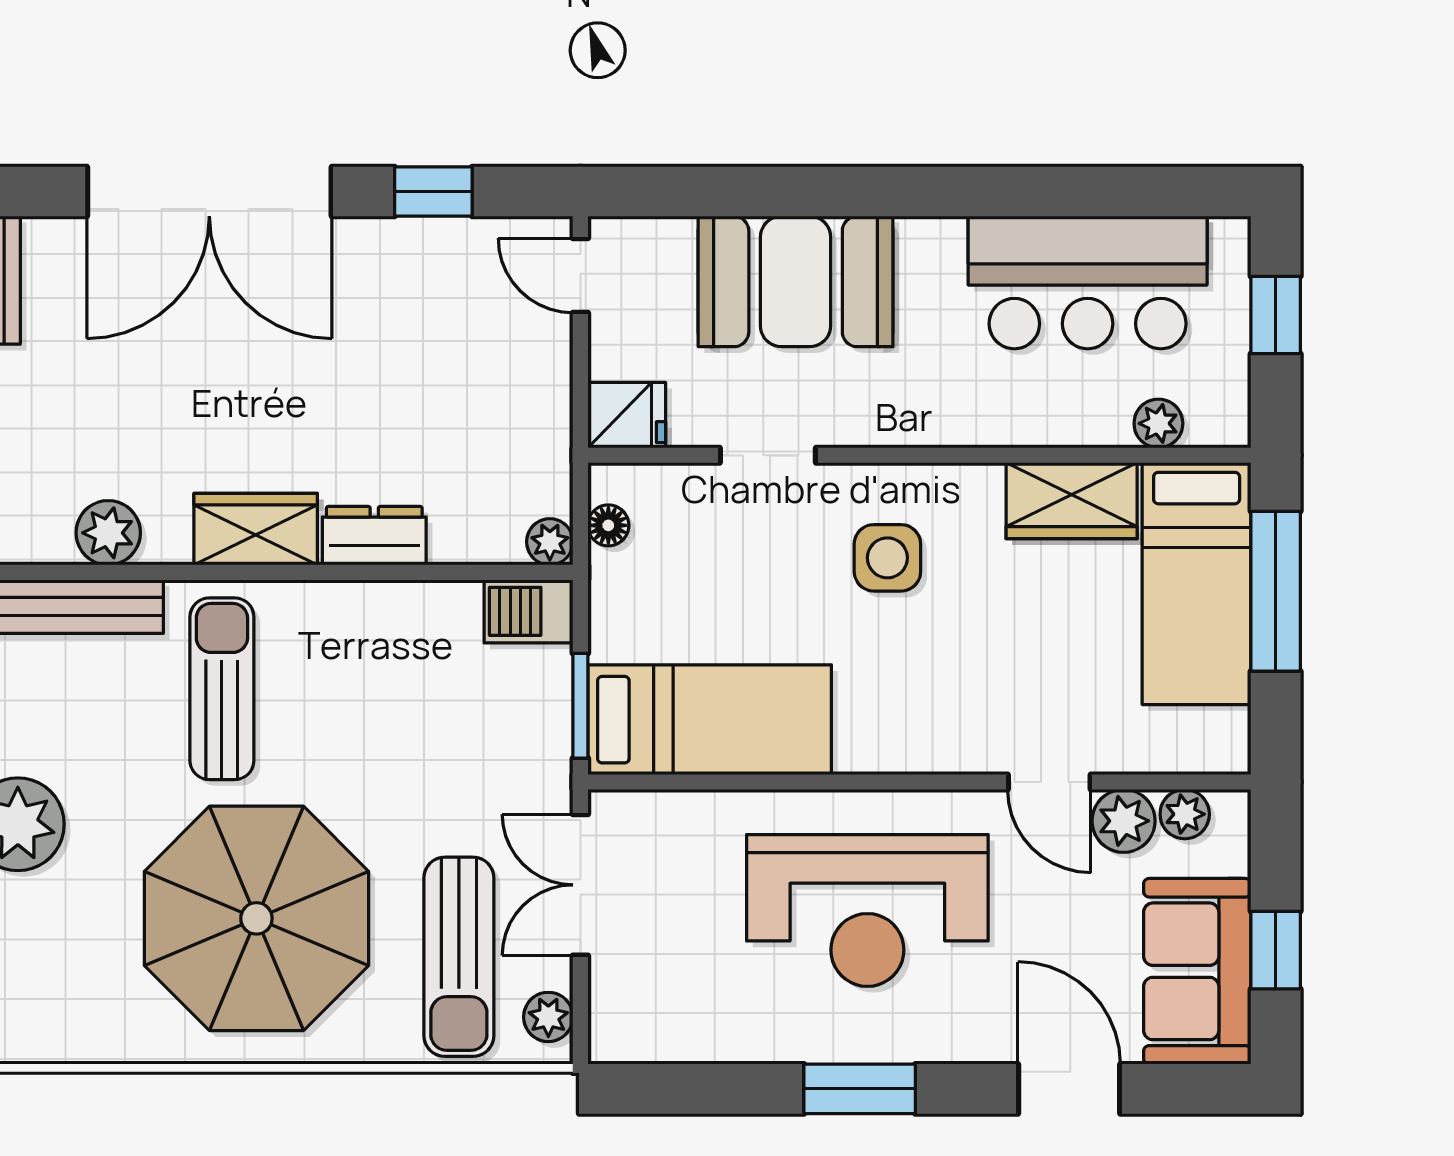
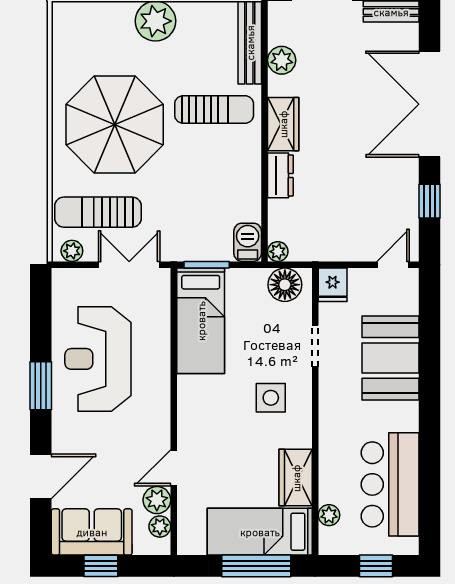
floor lamp: (608, 525) -> (285, 285), width x1.89, depth x1.89
reception desk: (867, 910) -> (98, 359), moved

